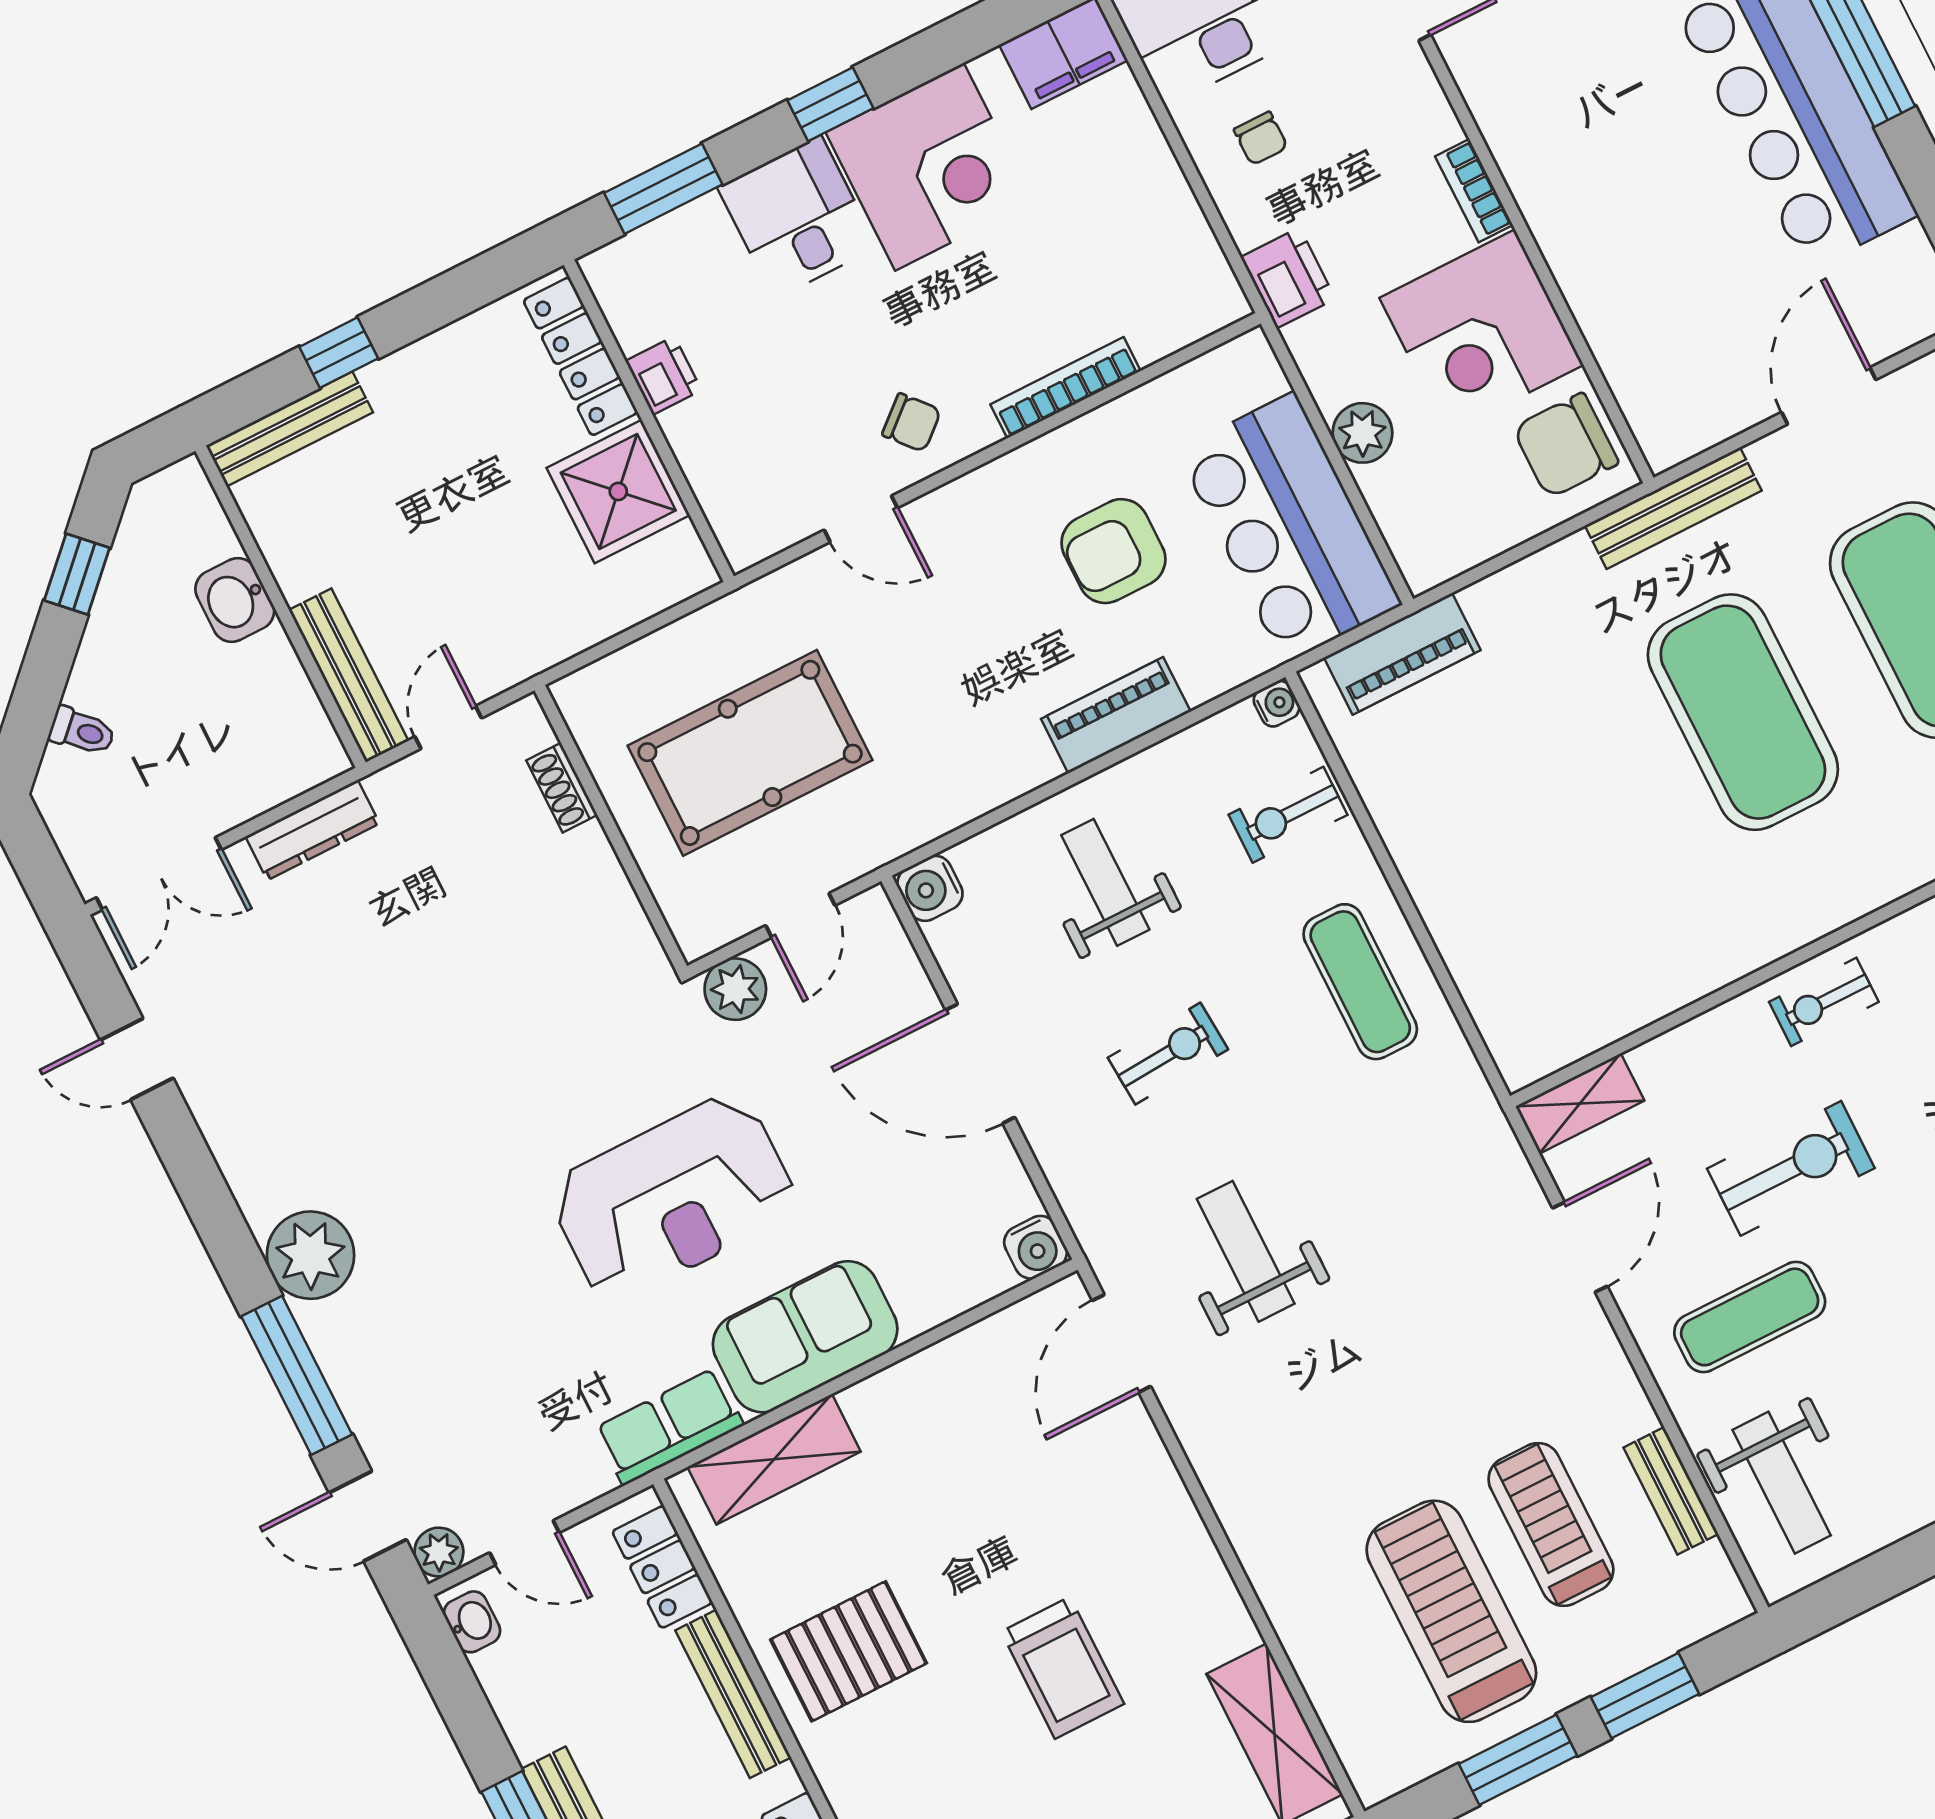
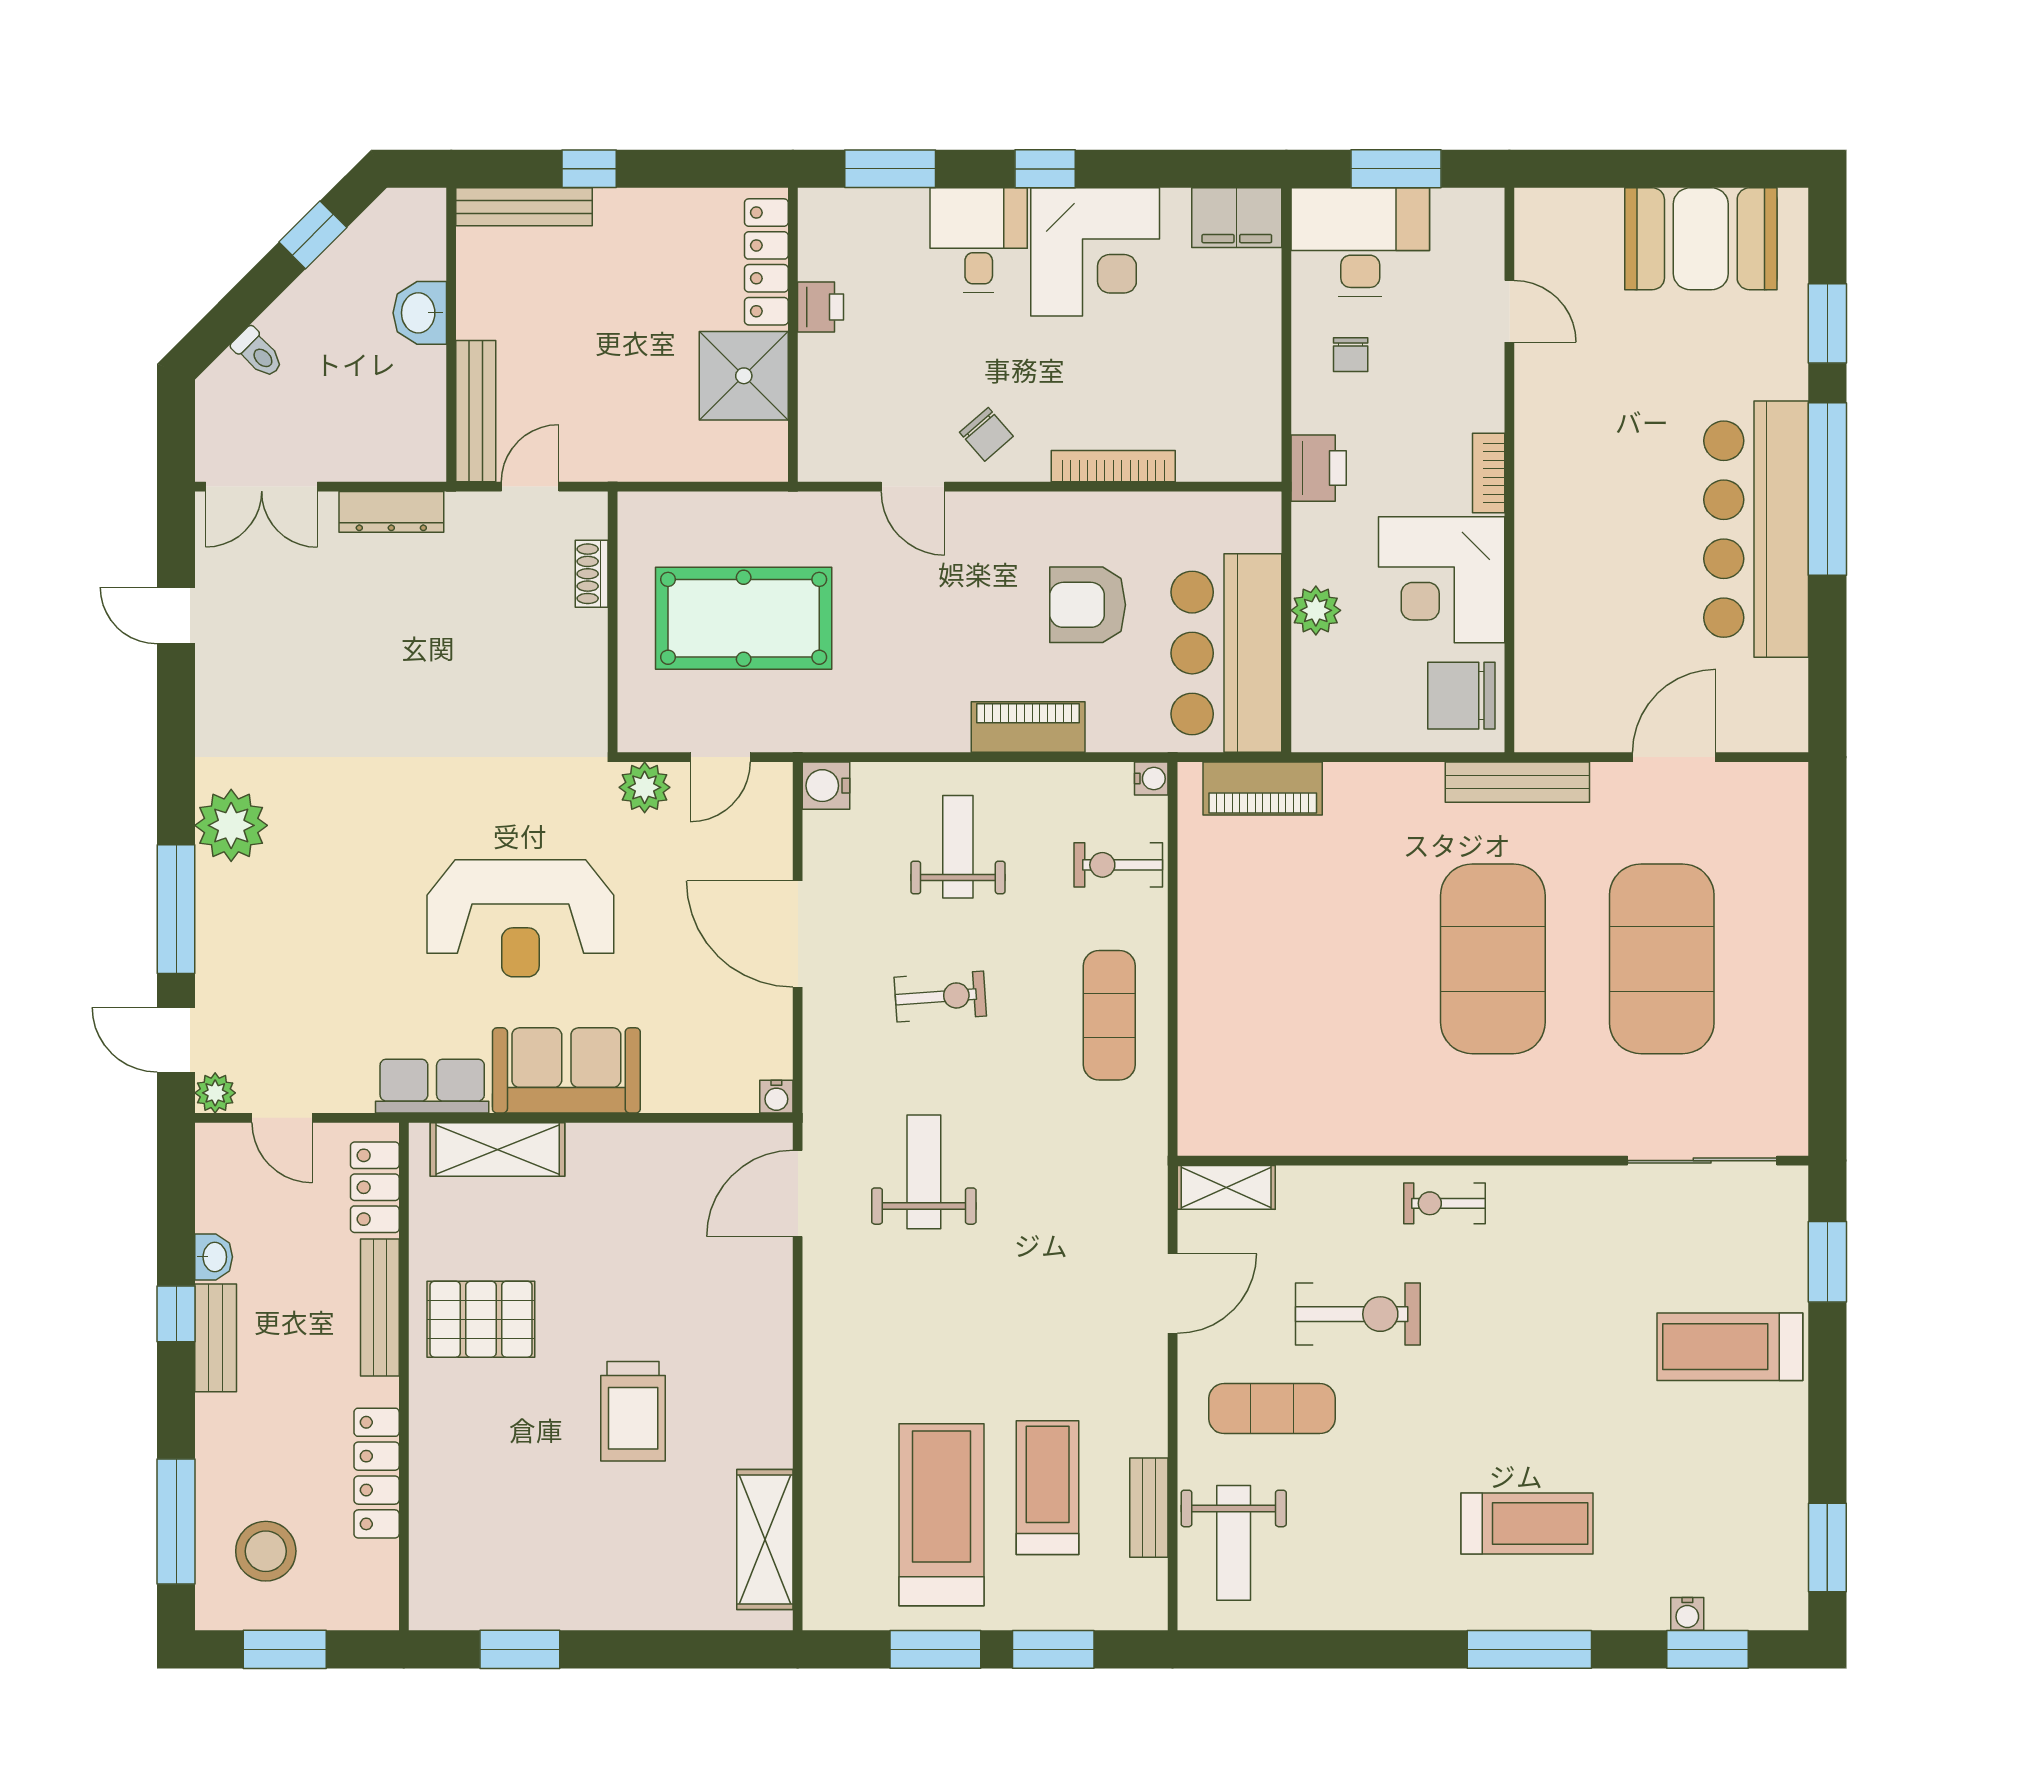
water cooler: (1036, 1247) -> (776, 1097), width x0.72, depth x0.72
washbasin: (472, 1622) -> (214, 1257), moved

